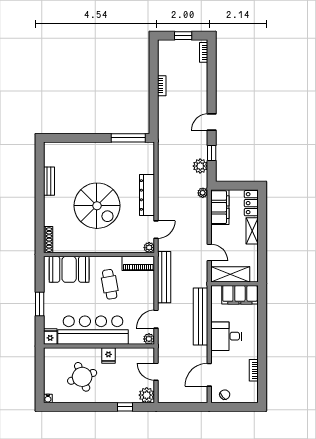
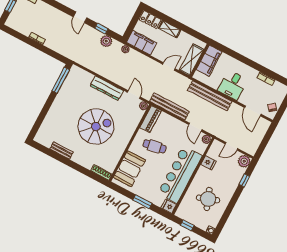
fridge: (108, 356) -> (208, 163), moved
window: (40, 369) -> (187, 225), added

